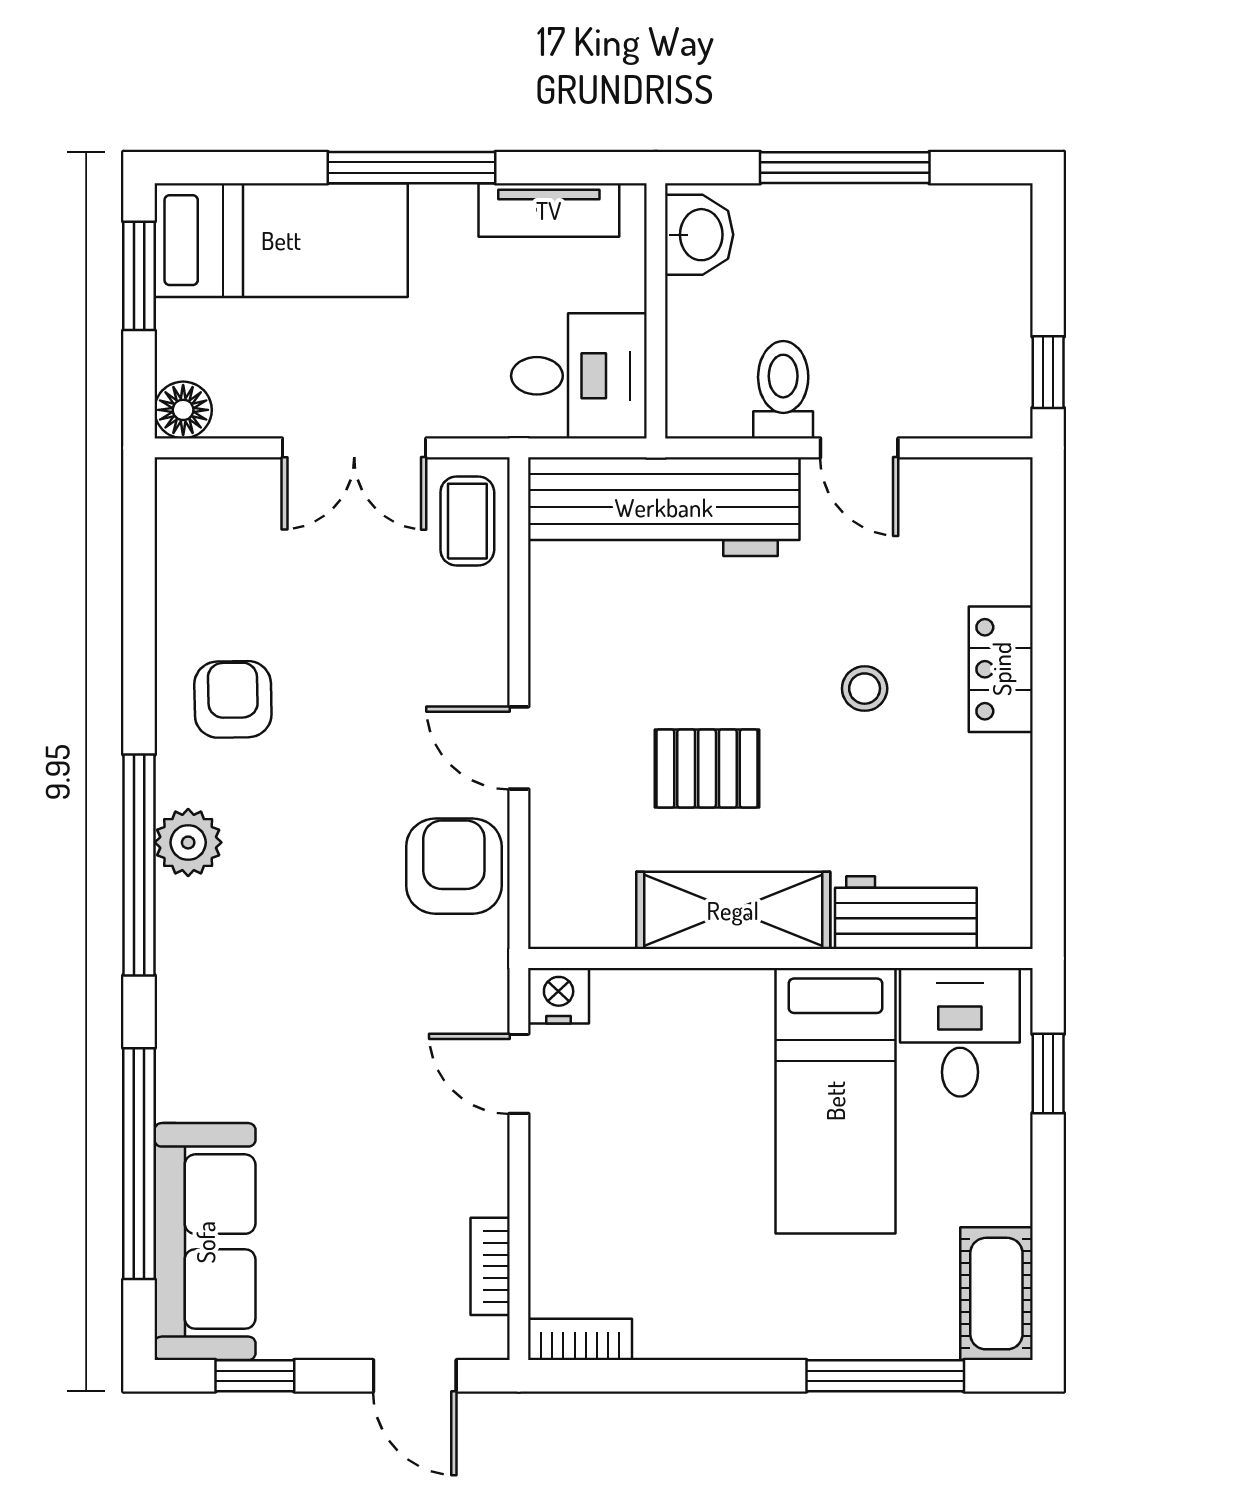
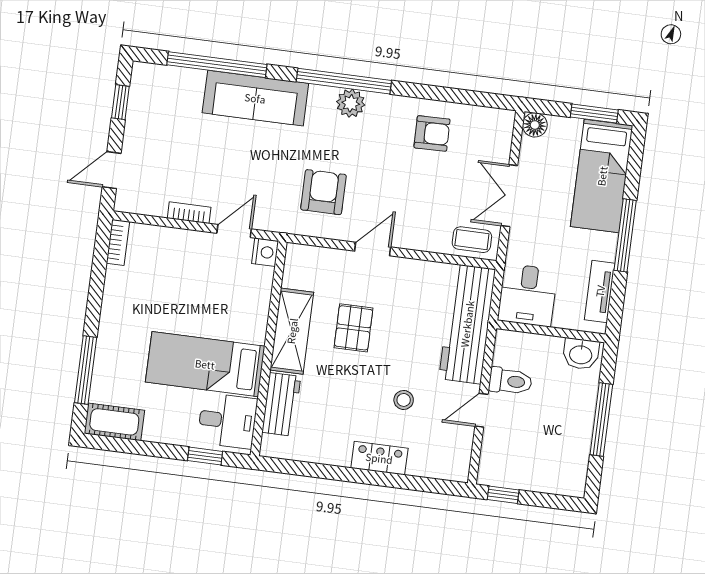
stool: (865, 689) -> (404, 400), moved
armchair: (233, 699) -> (432, 133), moved
armchair: (454, 866) -> (323, 192), moved, turned -90
sofa: (205, 1242) -> (255, 98), moved
bookcase: (490, 1266) -> (189, 213), moved

